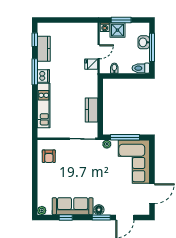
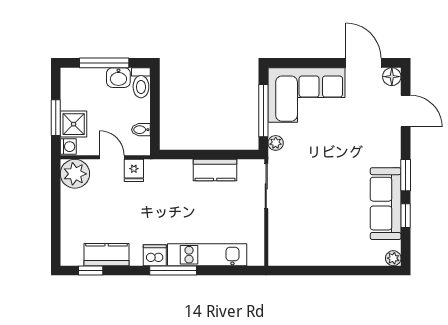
plant: (89, 31) -> (75, 174), added
washbasin: (144, 42) -> (118, 78), moved
window: (35, 72) -> (173, 271), moved
armchair: (49, 156) -> (297, 246), removed
floor lamp: (99, 210) -> (392, 77), moved
window: (101, 217) -> (406, 175), moved

